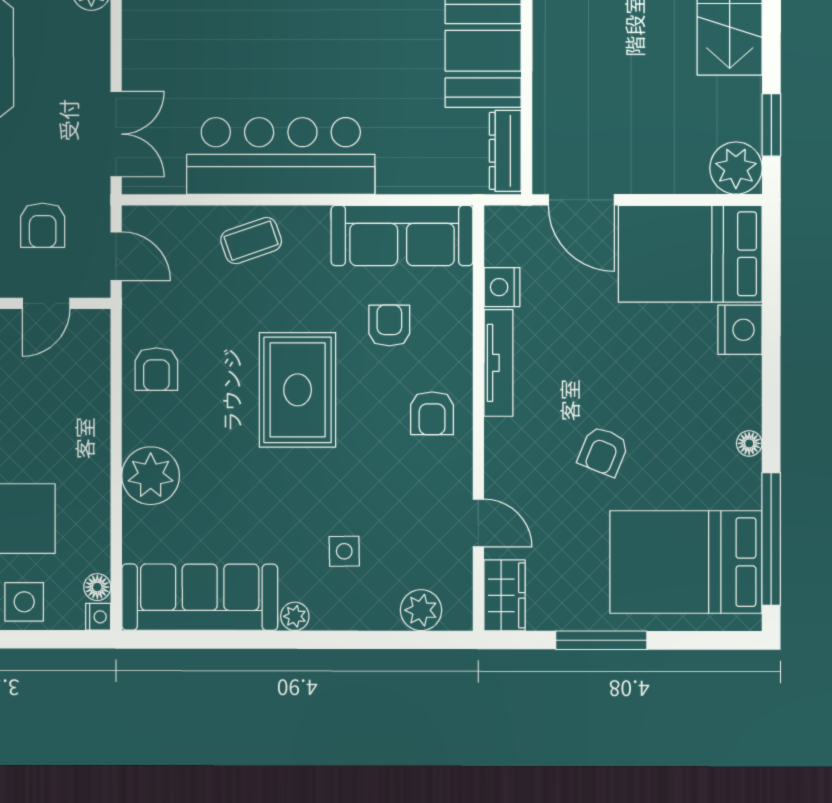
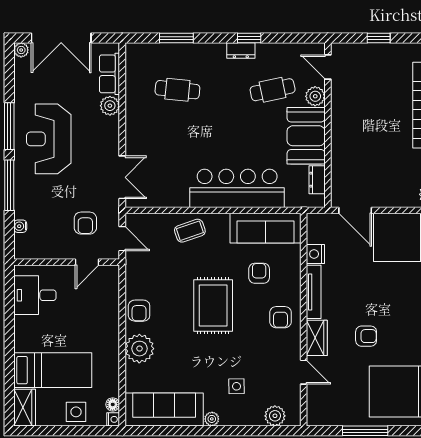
dresser: (505, 151) -> (317, 180), width x0.70
bar counter: (281, 156) -> (237, 188), moved
armchair: (156, 369) -> (139, 311), moved
armchair: (603, 451) -> (366, 336), turned -112
wardrobe: (505, 595) -> (317, 338), moved

